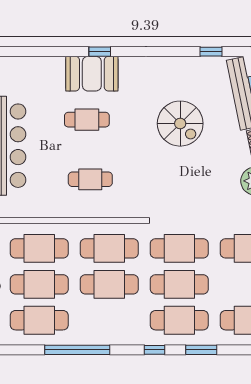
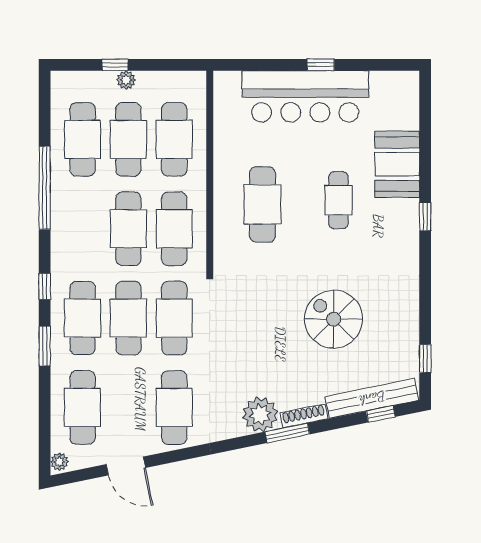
booth: (92, 74) -> (397, 164), moved
spiral stairs: (180, 124) -> (334, 319), turned 90
cafe table: (90, 179) -> (262, 205), width x1.37, depth x1.35

